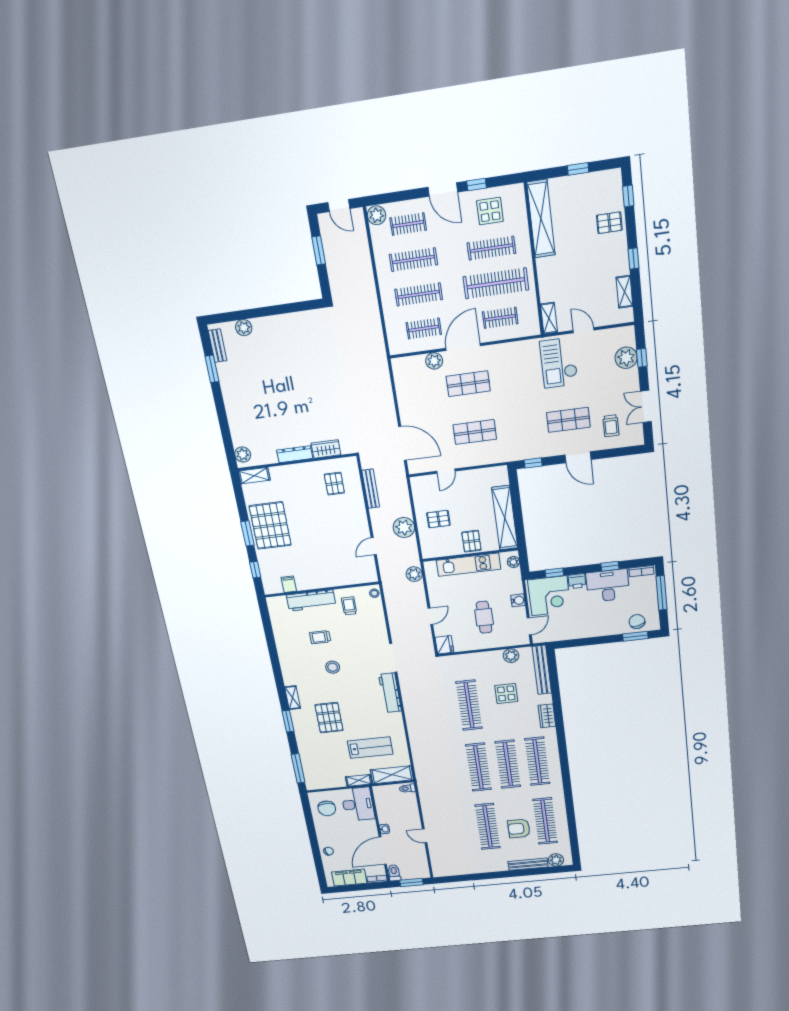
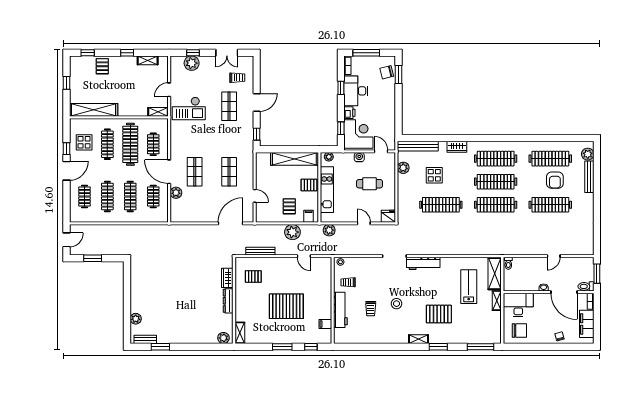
plant: (377, 215) -> (76, 216), removed
pallet: (270, 526) -> (286, 306), moved
filing cabinet: (429, 546) -> (309, 216), added

